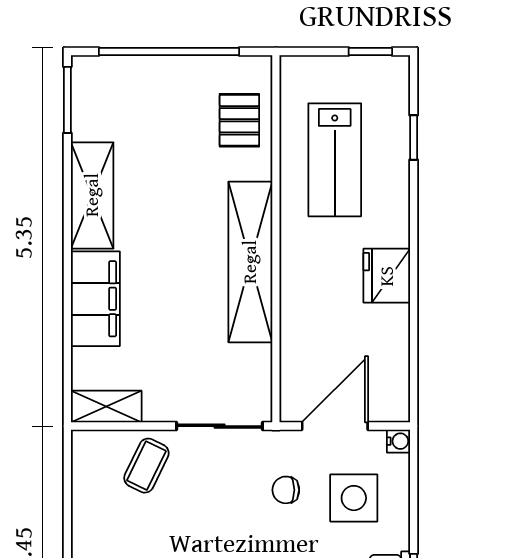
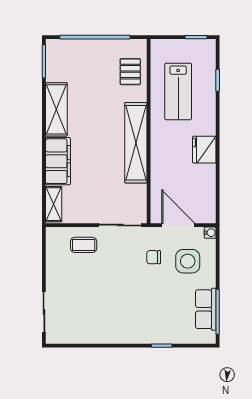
shelving: (106, 407) -> (54, 204), moved, turned 90
door: (335, 426) -> (178, 225), hinge flipped
coffee table: (146, 466) -> (84, 245), turned 64

